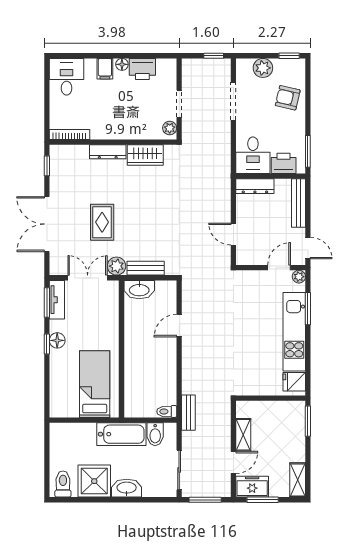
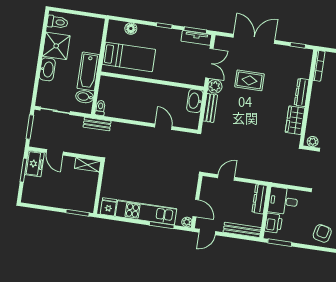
floor lamp: (57, 340) -> (131, 29), moved
shelving: (243, 435) -> (88, 165), moved
shelving: (298, 480) -> (34, 199), removed

